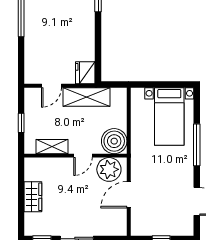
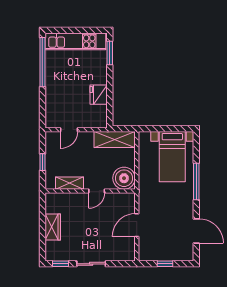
fridge: (85, 73) -> (99, 95), moved
shelving: (87, 97) -> (115, 139), moved
plant: (109, 169) -> (119, 203), removed

